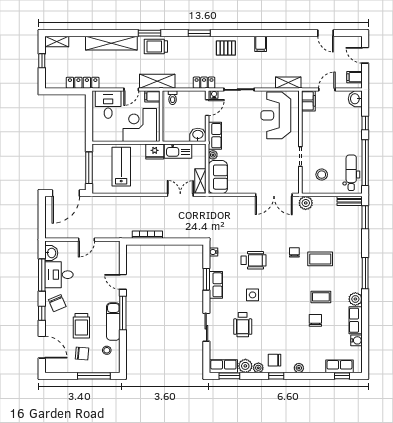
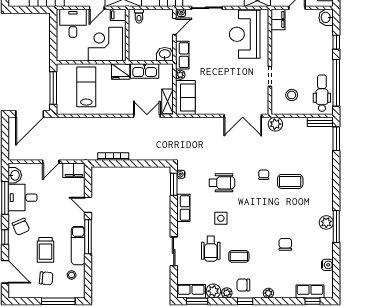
filing cabinet: (109, 248) -> (74, 170), added
window: (365, 273) -> (336, 227), moved
window: (206, 279) -> (174, 184), moved
coffee table: (321, 297) -> (239, 256), moved
row of seats: (356, 320) -> (326, 244), removed

